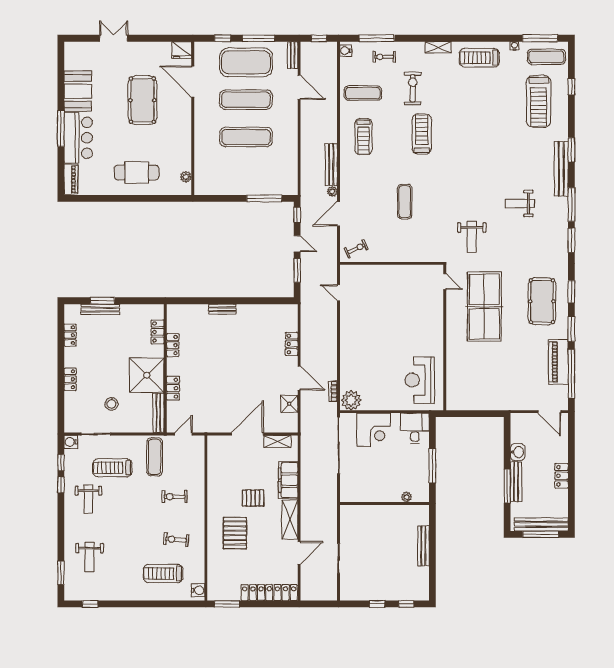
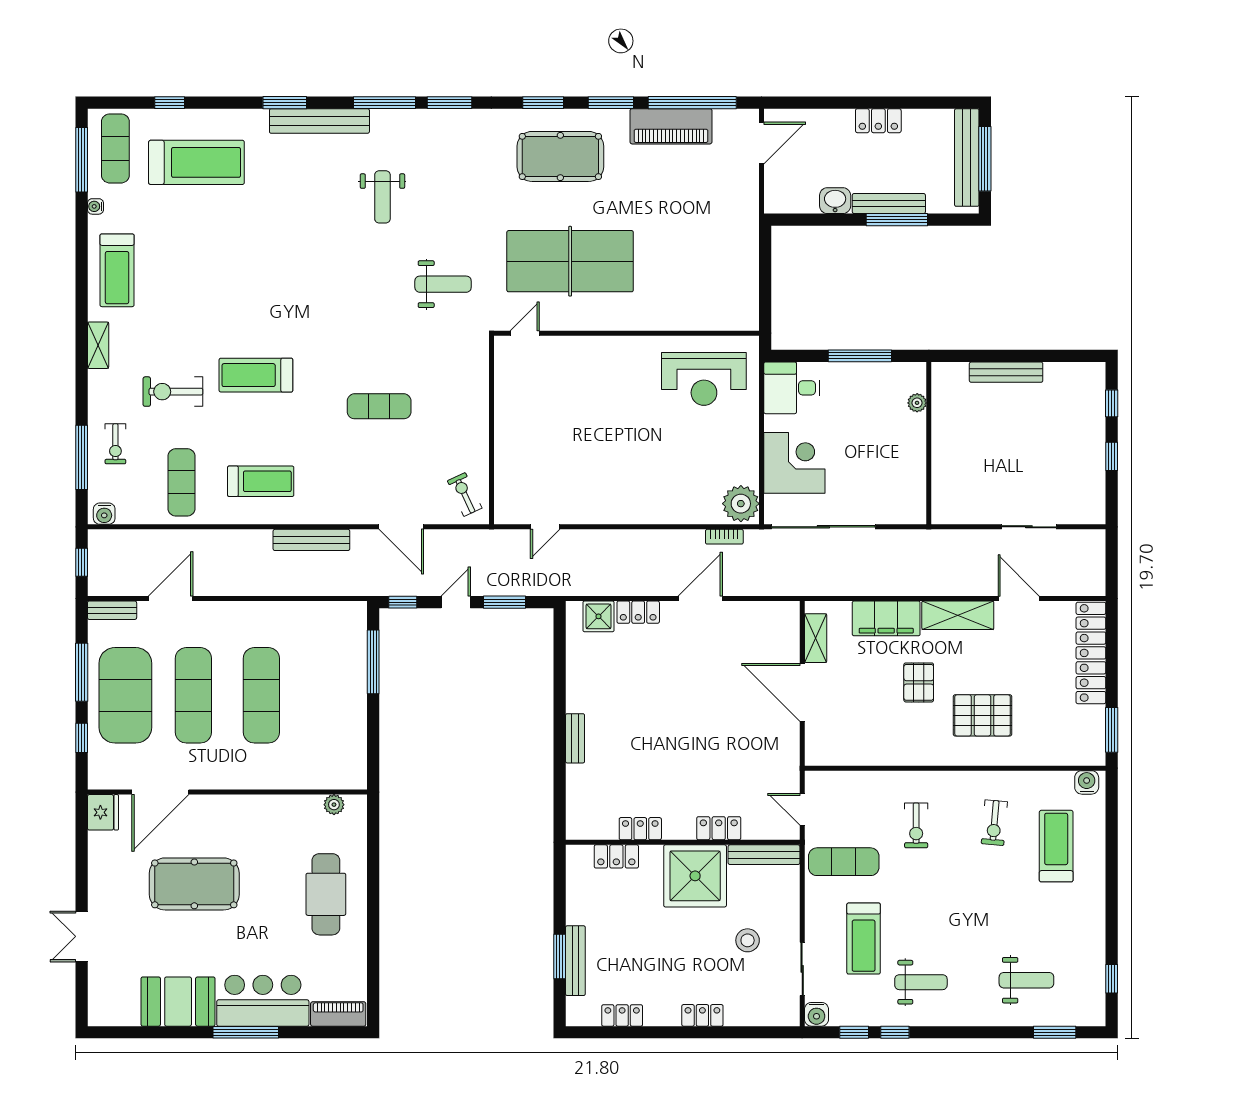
plant: (332, 192) -> (361, 538), removed
shower: (289, 404) -> (598, 616), moved
treadmill: (163, 573) -> (1056, 846), turned 180

